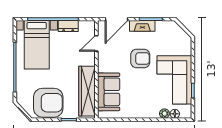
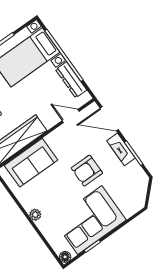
dresser: (68, 26) -> (71, 80), width x1.44
armchair: (140, 59) -> (87, 171), turned 90
plant: (164, 114) -> (35, 215), moved
floor lamp: (175, 114) -> (65, 257), moved

